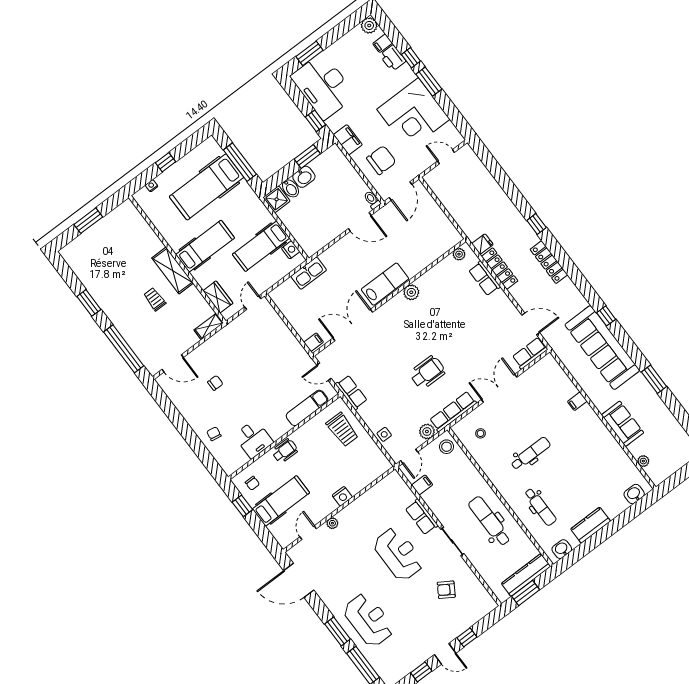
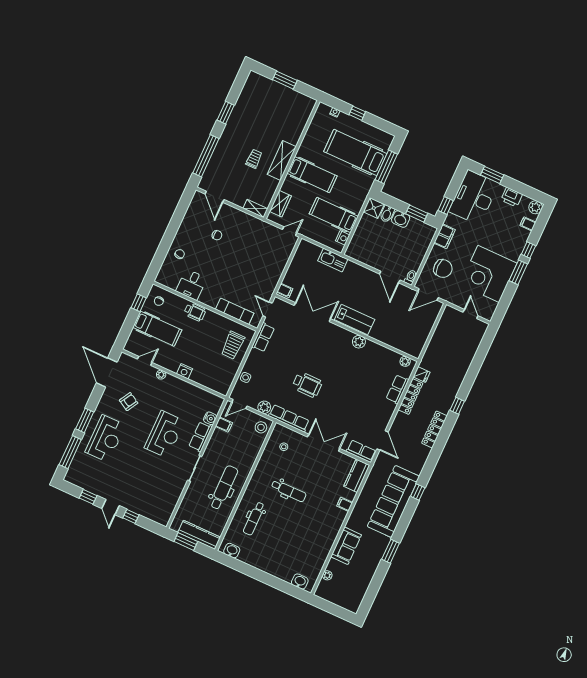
printer: (393, 58) -> (512, 197), moved, turned -90
water cooler: (407, 496) -> (210, 418), added
kitchen counter: (591, 525) -> (357, 476), moved, turned -90
armchair: (446, 590) -> (129, 402), moved, turned 88

